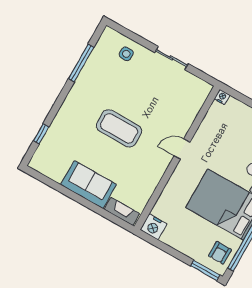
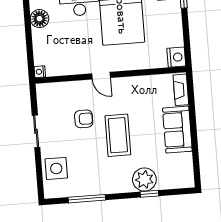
side table: (126, 54) -> (56, 168), width x1.87, depth x1.87
armchair: (154, 108) -> (84, 119), added
plant: (64, 125) -> (144, 180), added
window: (41, 134) -> (150, 194), moved

